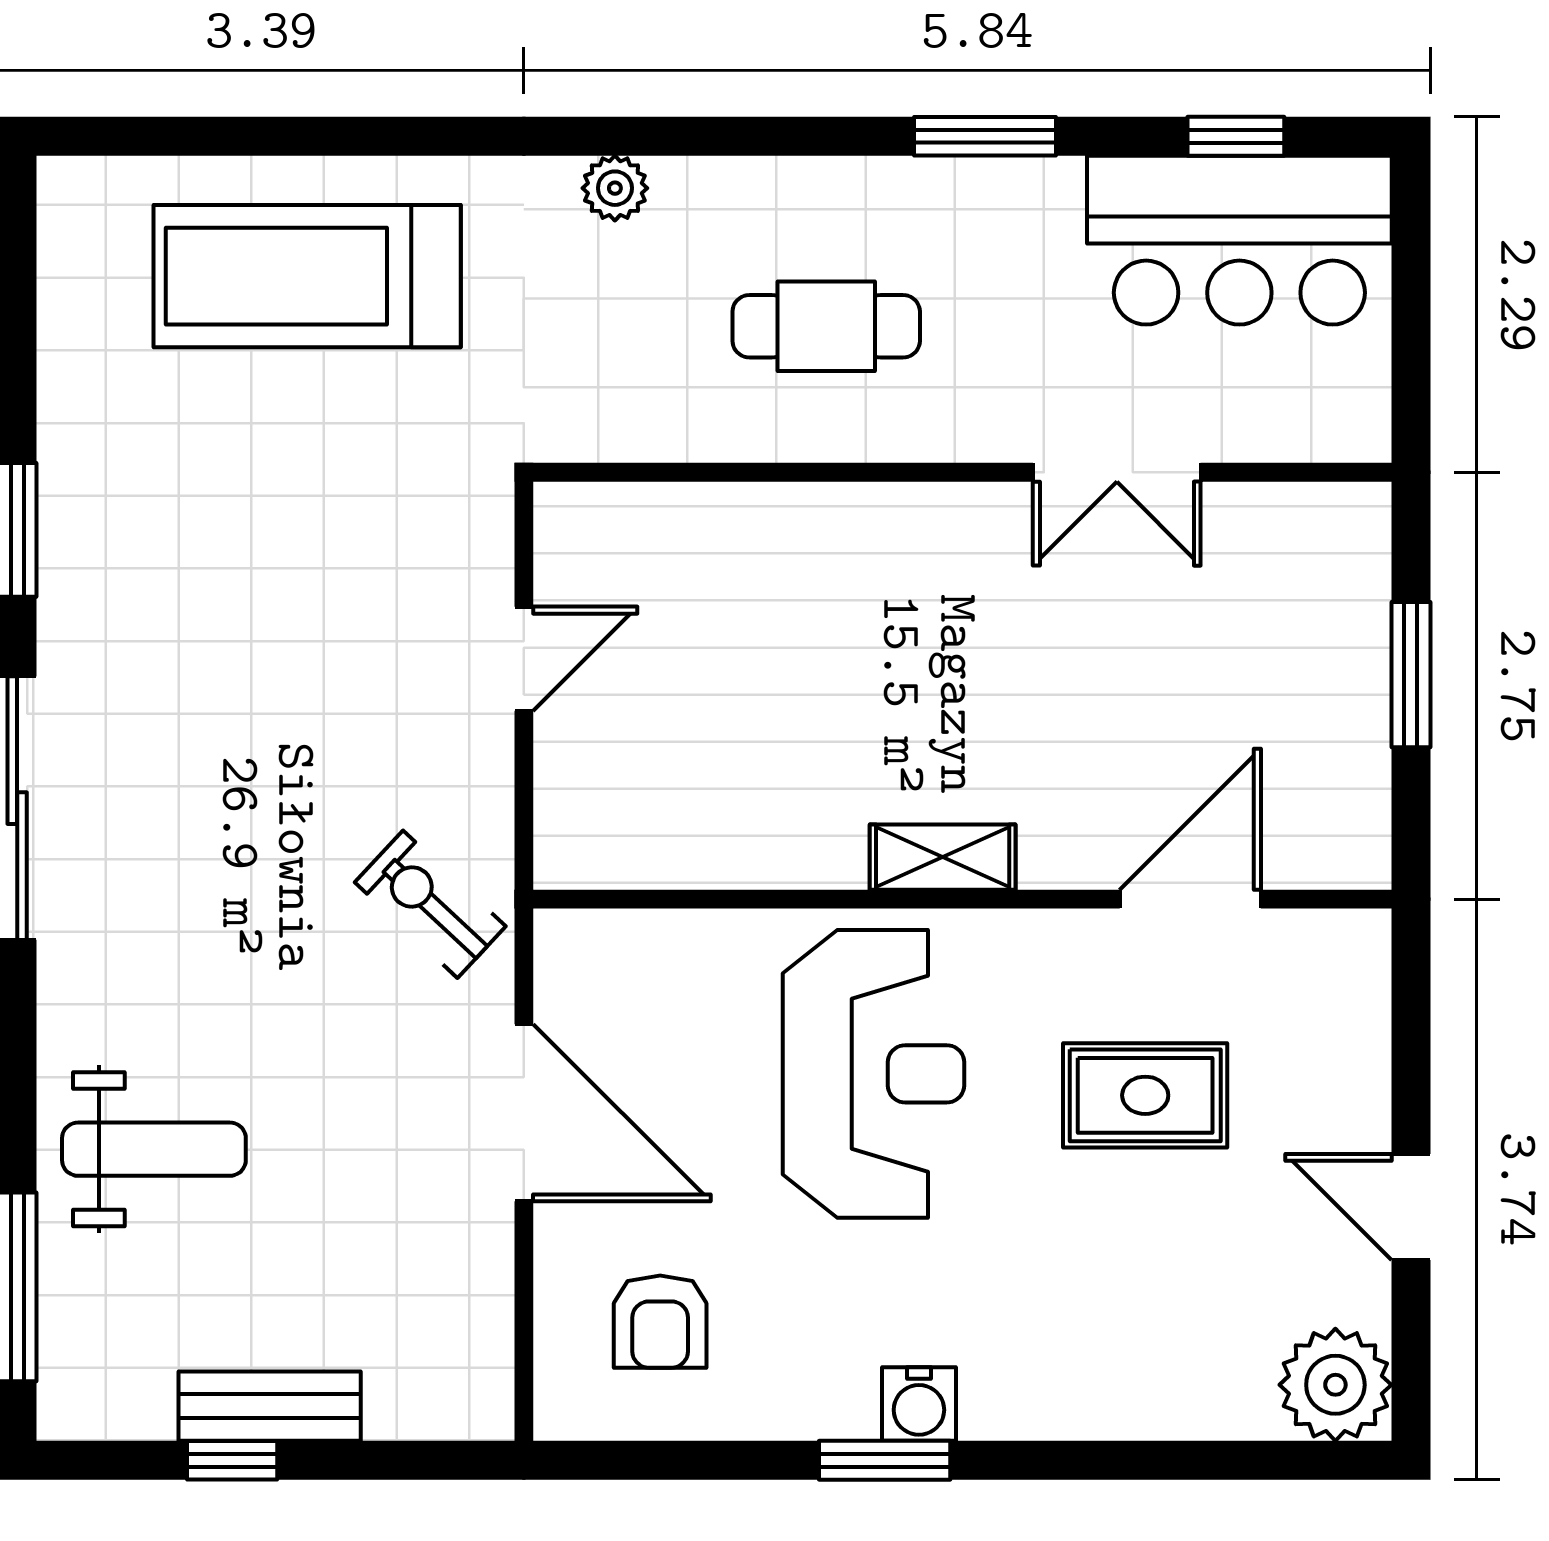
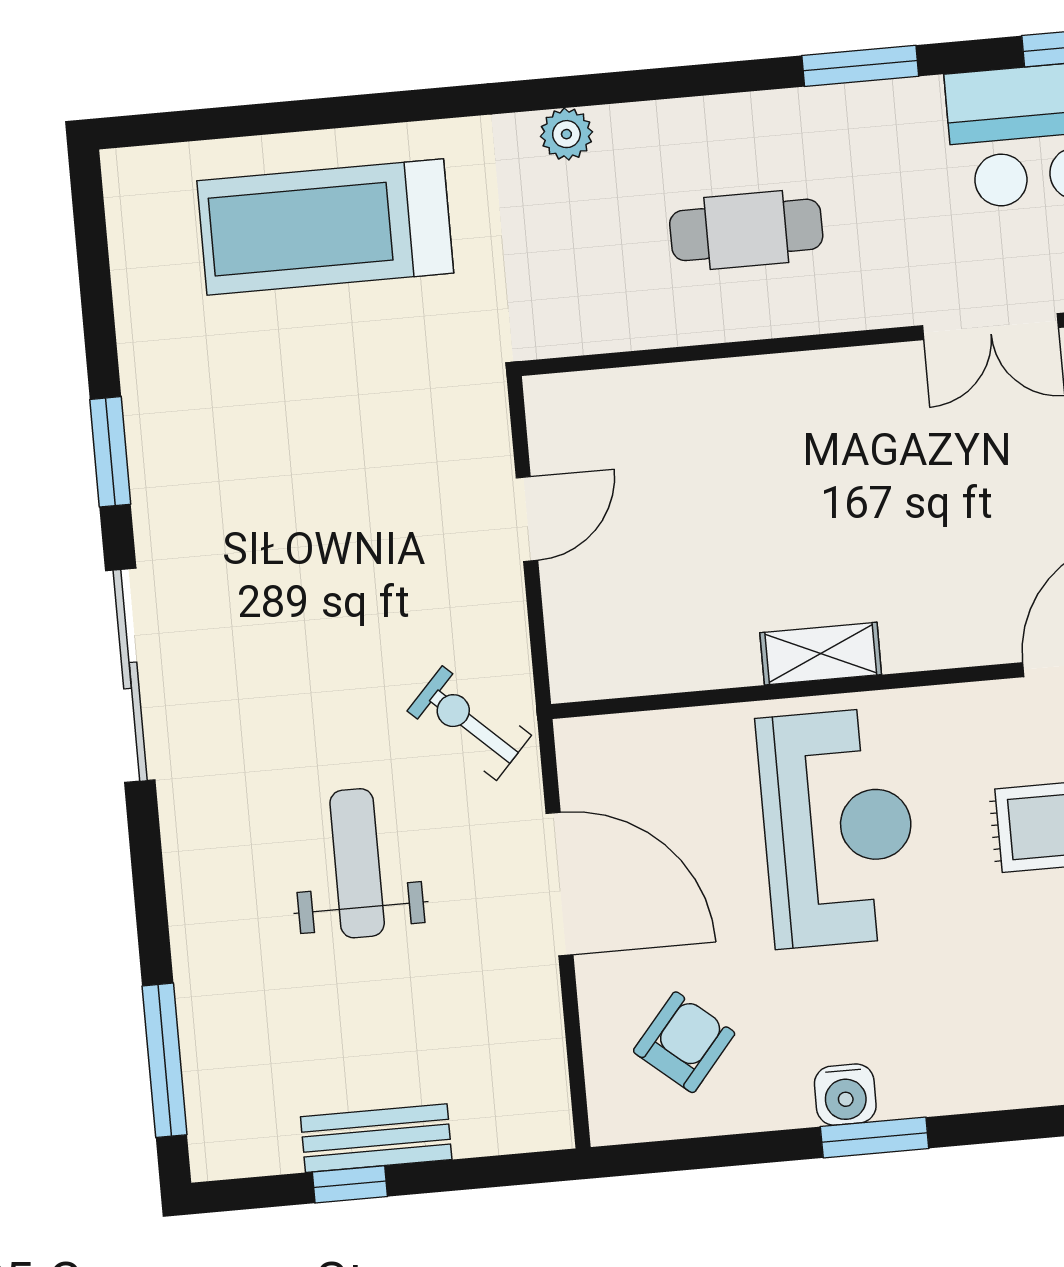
shelving: (943, 857) -> (821, 654), moved
weight bench: (154, 1149) -> (357, 863), moved, turned -90
armchair: (660, 1322) -> (684, 1042), turned -140
water cooler: (919, 1404) -> (845, 1095), moved

